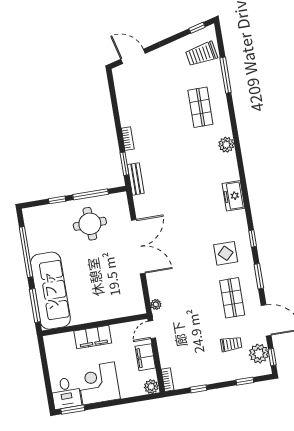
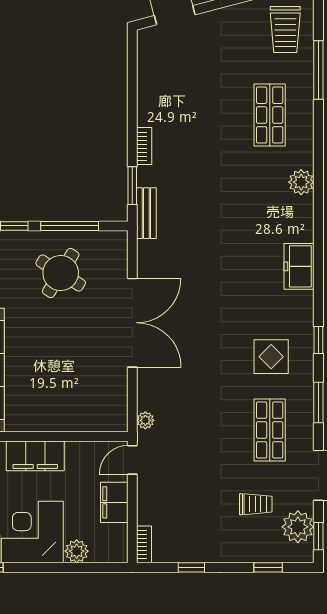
trolley: (201, 54) -> (285, 30), turned -80
round table: (90, 224) -> (61, 273), turned 34
plant: (151, 387) -> (77, 551), moved

